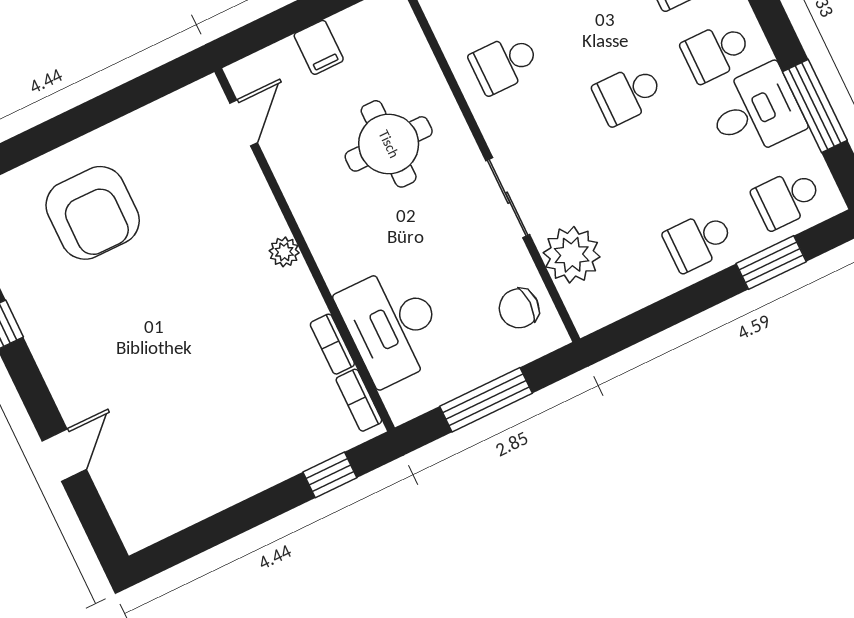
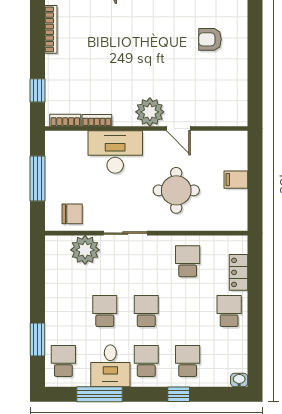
door: (244, 123) -> (178, 129), moved
armchair: (93, 213) -> (210, 39), width x0.53, depth x0.53
school desk: (699, 241) -> (105, 311), moved
plant: (284, 252) -> (150, 112), width x1.87, depth x1.87
chair: (519, 308) -> (72, 214), turned 90
desk: (392, 325) -> (115, 152), moved
bookcase: (210, 503) -> (51, 29), added

